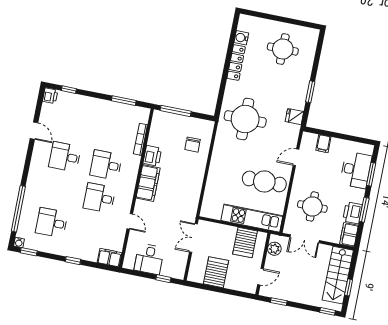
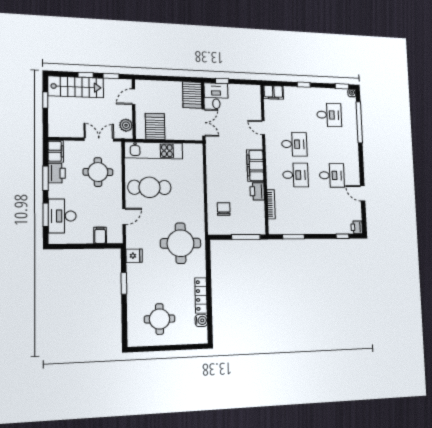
desk: (149, 259) -> (216, 96), moved
server rack: (216, 272) -> (192, 95), moved
stairs: (338, 275) -> (76, 87), moved, turned 90
window: (327, 311) -> (86, 75), moved

